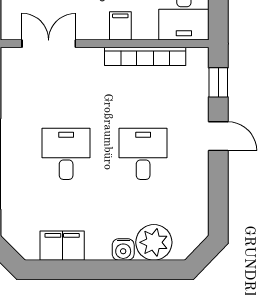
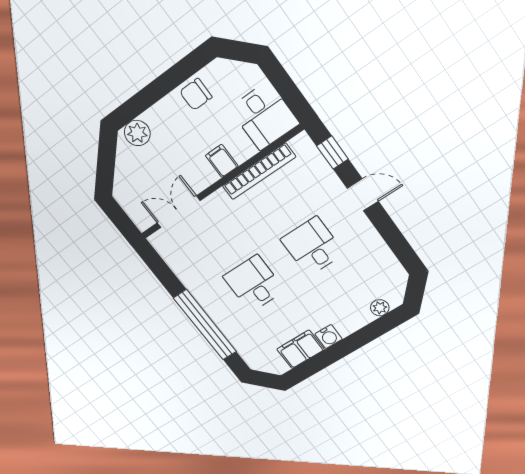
plant: (154, 242) -> (380, 308), width x0.53, depth x0.53
water cooler: (123, 249) -> (329, 337), moved

